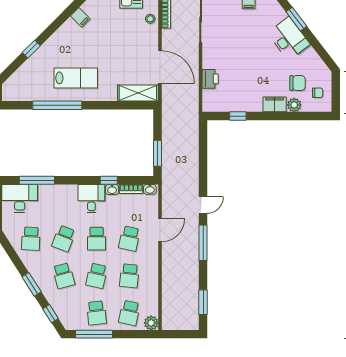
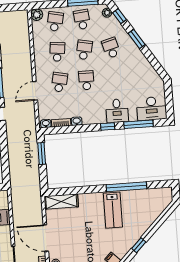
window: (31, 49) -> (139, 245), moved
door: (160, 67) -> (46, 238), moved
lab bench: (76, 78) -> (113, 210), turned -90
window: (109, 180) -> (108, 127), moved
desk: (91, 199) -> (117, 111), moved
school desk: (31, 239) -> (140, 76), removed
school desk: (64, 239) -> (113, 78), removed
plant: (65, 319) -> (107, 13), added

